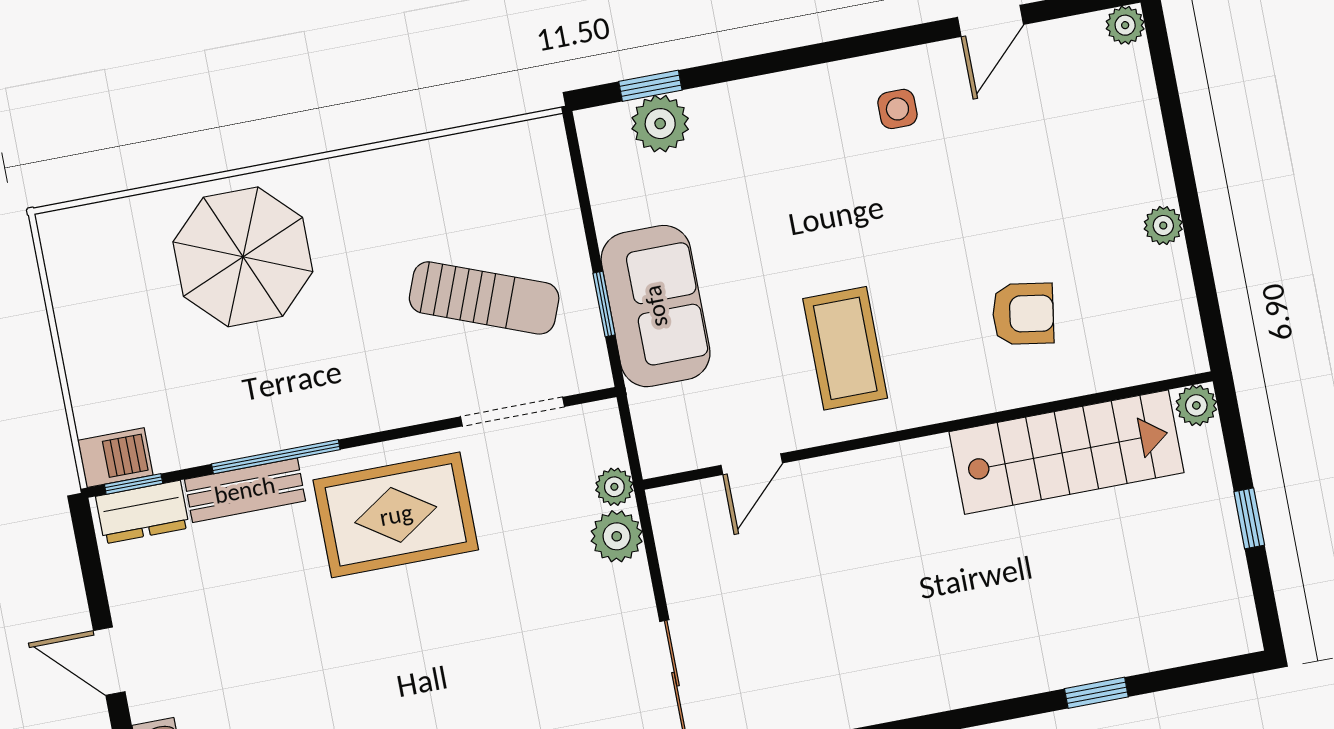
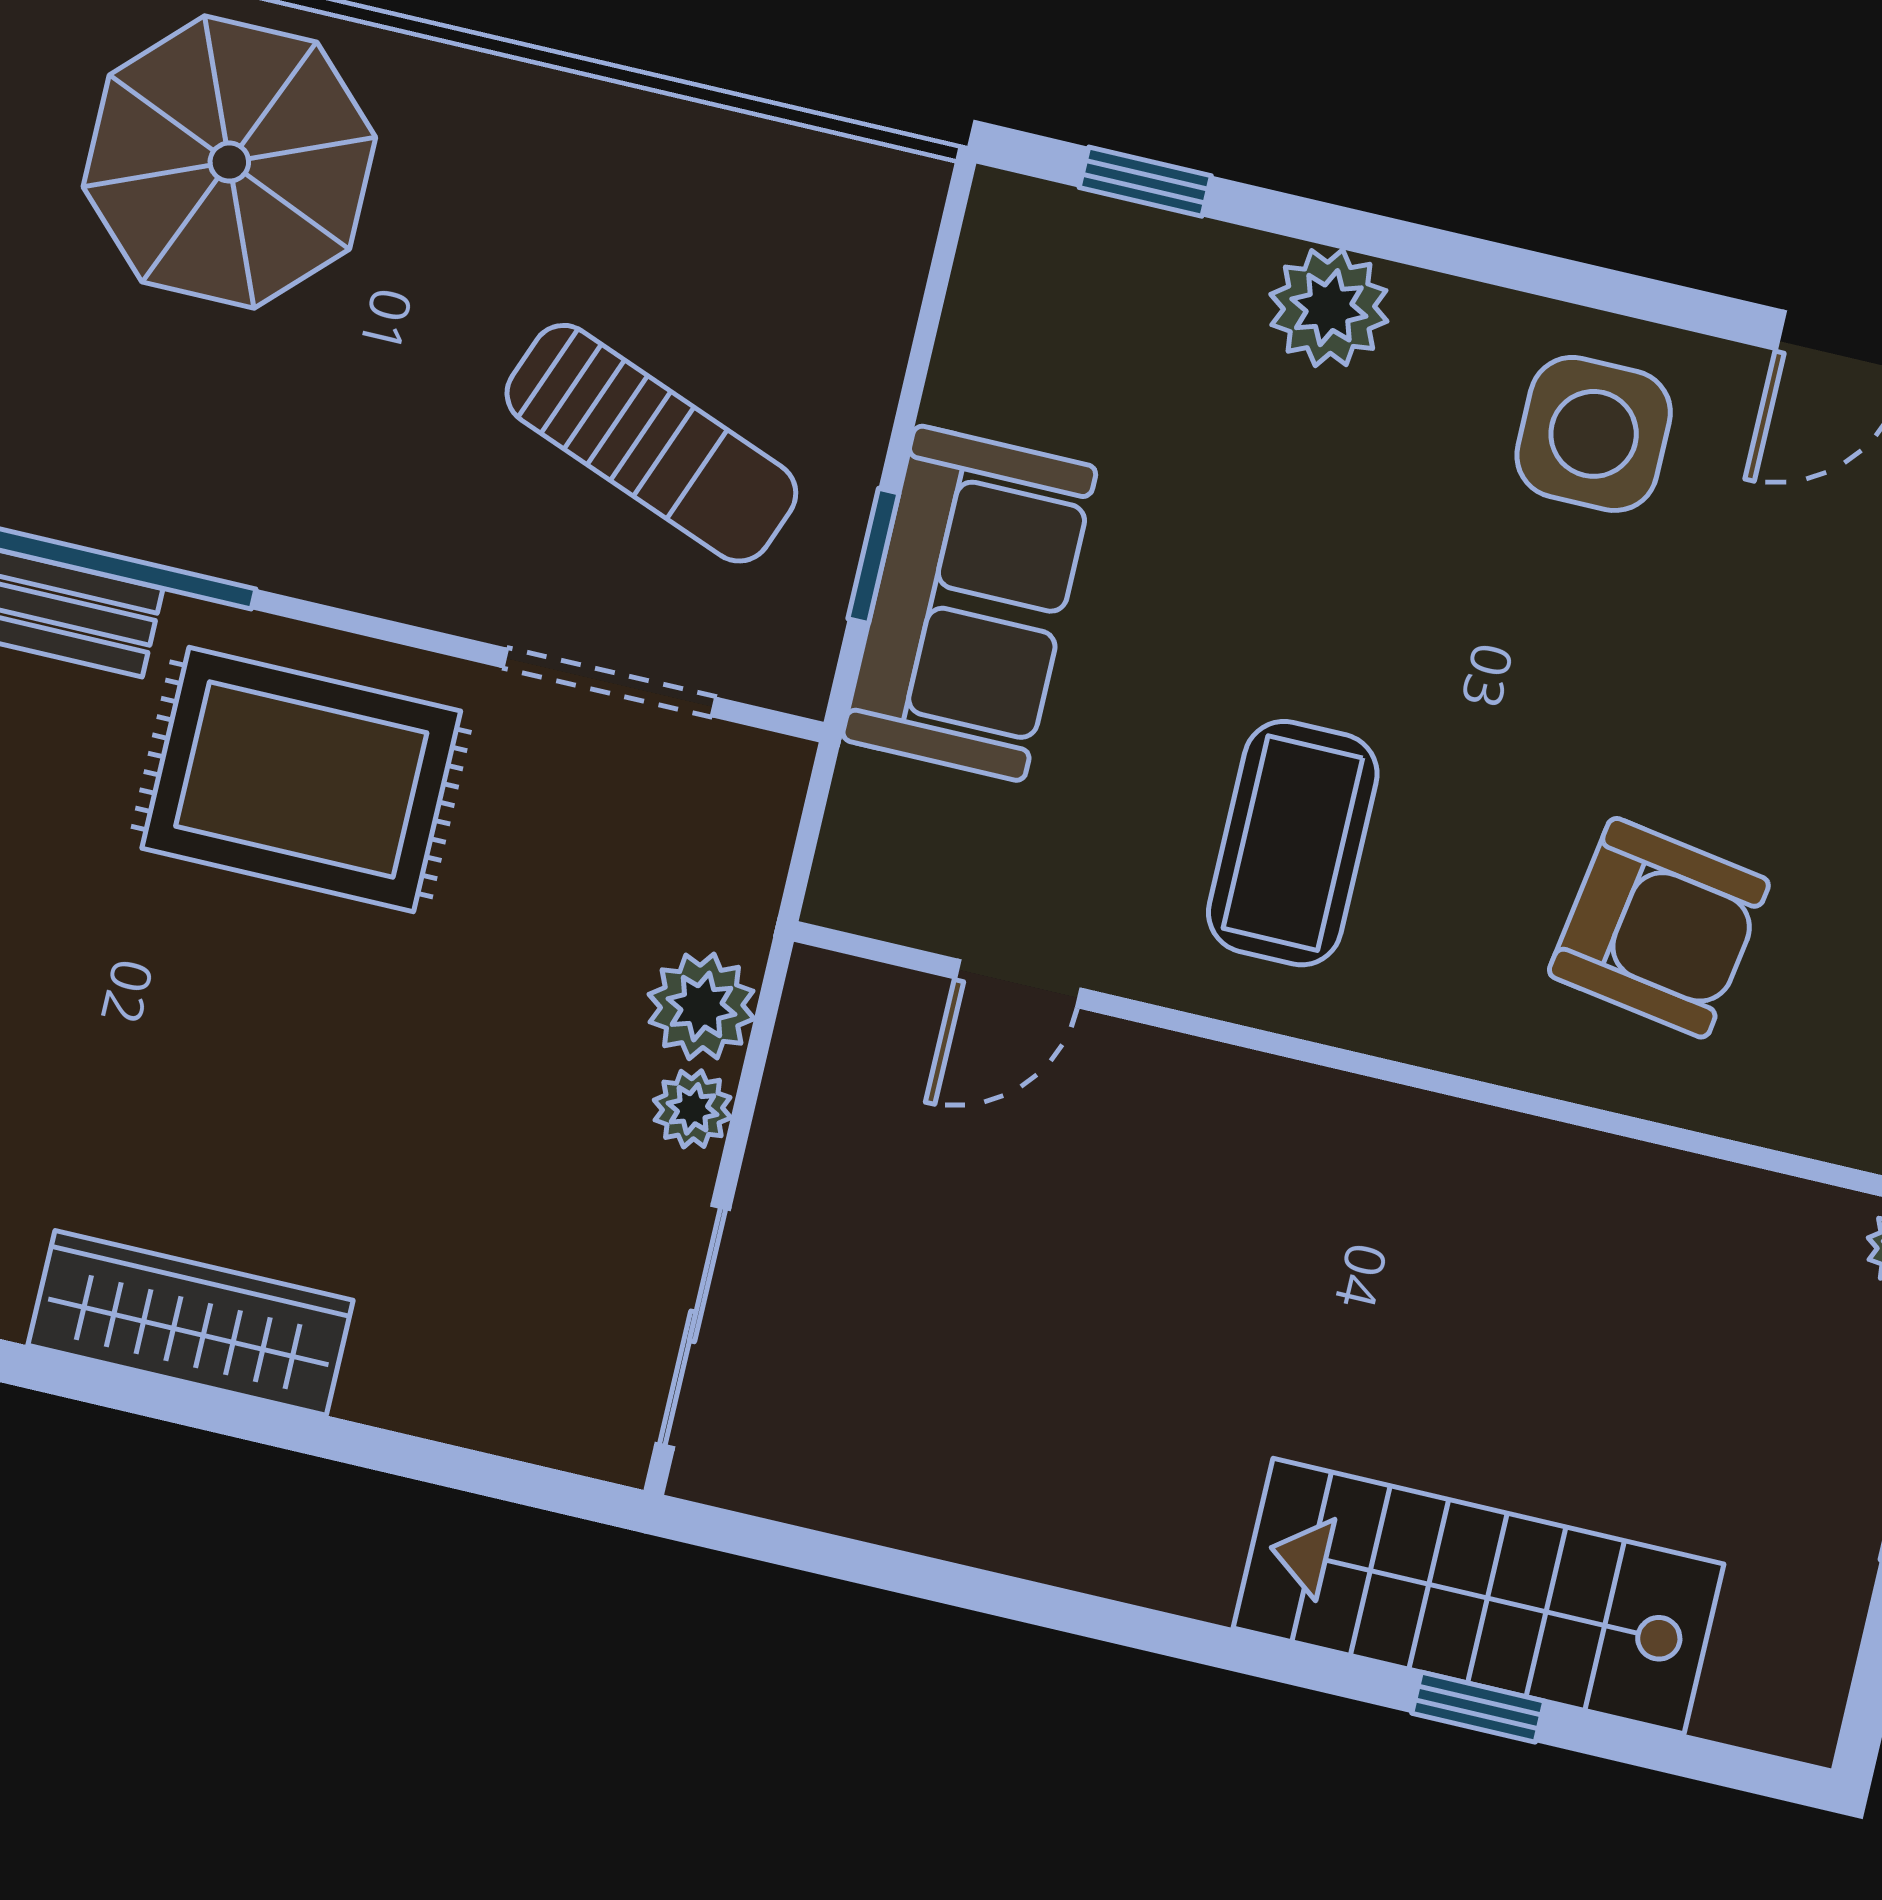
side table: (897, 109) -> (1594, 434), width x1.87, depth x1.87
plant: (660, 124) -> (1329, 308), moved
armchair: (1023, 314) -> (1659, 928), width x1.38, depth x1.38
stairs: (1066, 452) -> (1479, 1596), moved, turned 180
plant: (614, 487) -> (692, 1109), moved

